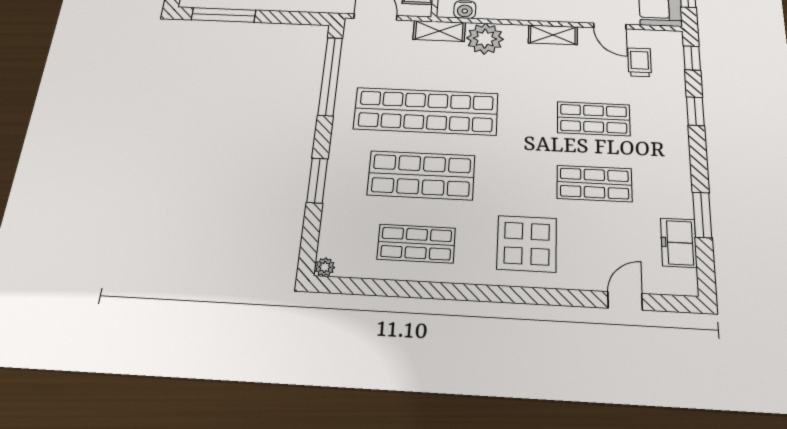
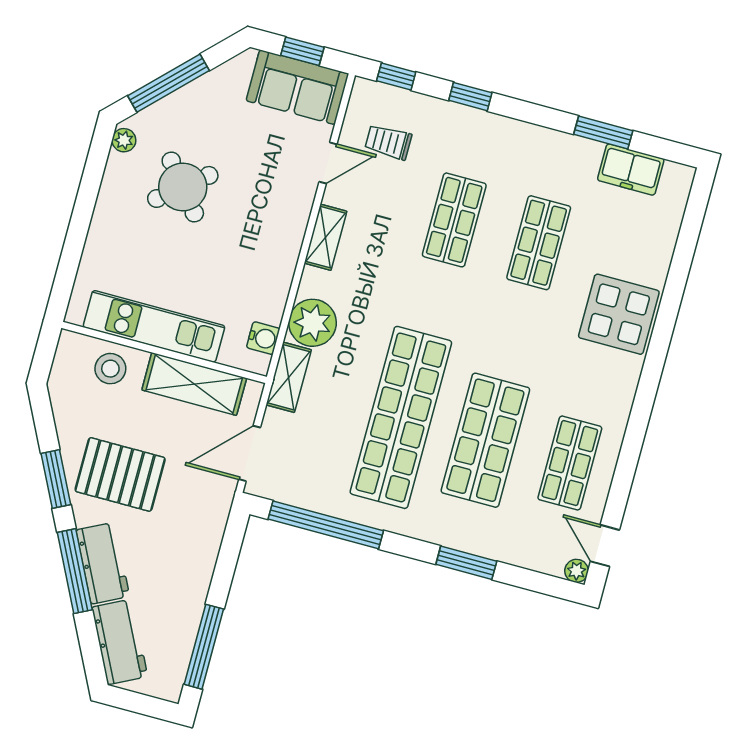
display table: (527, 244) -> (619, 314), moved
door: (625, 301) -> (605, 546), moved

